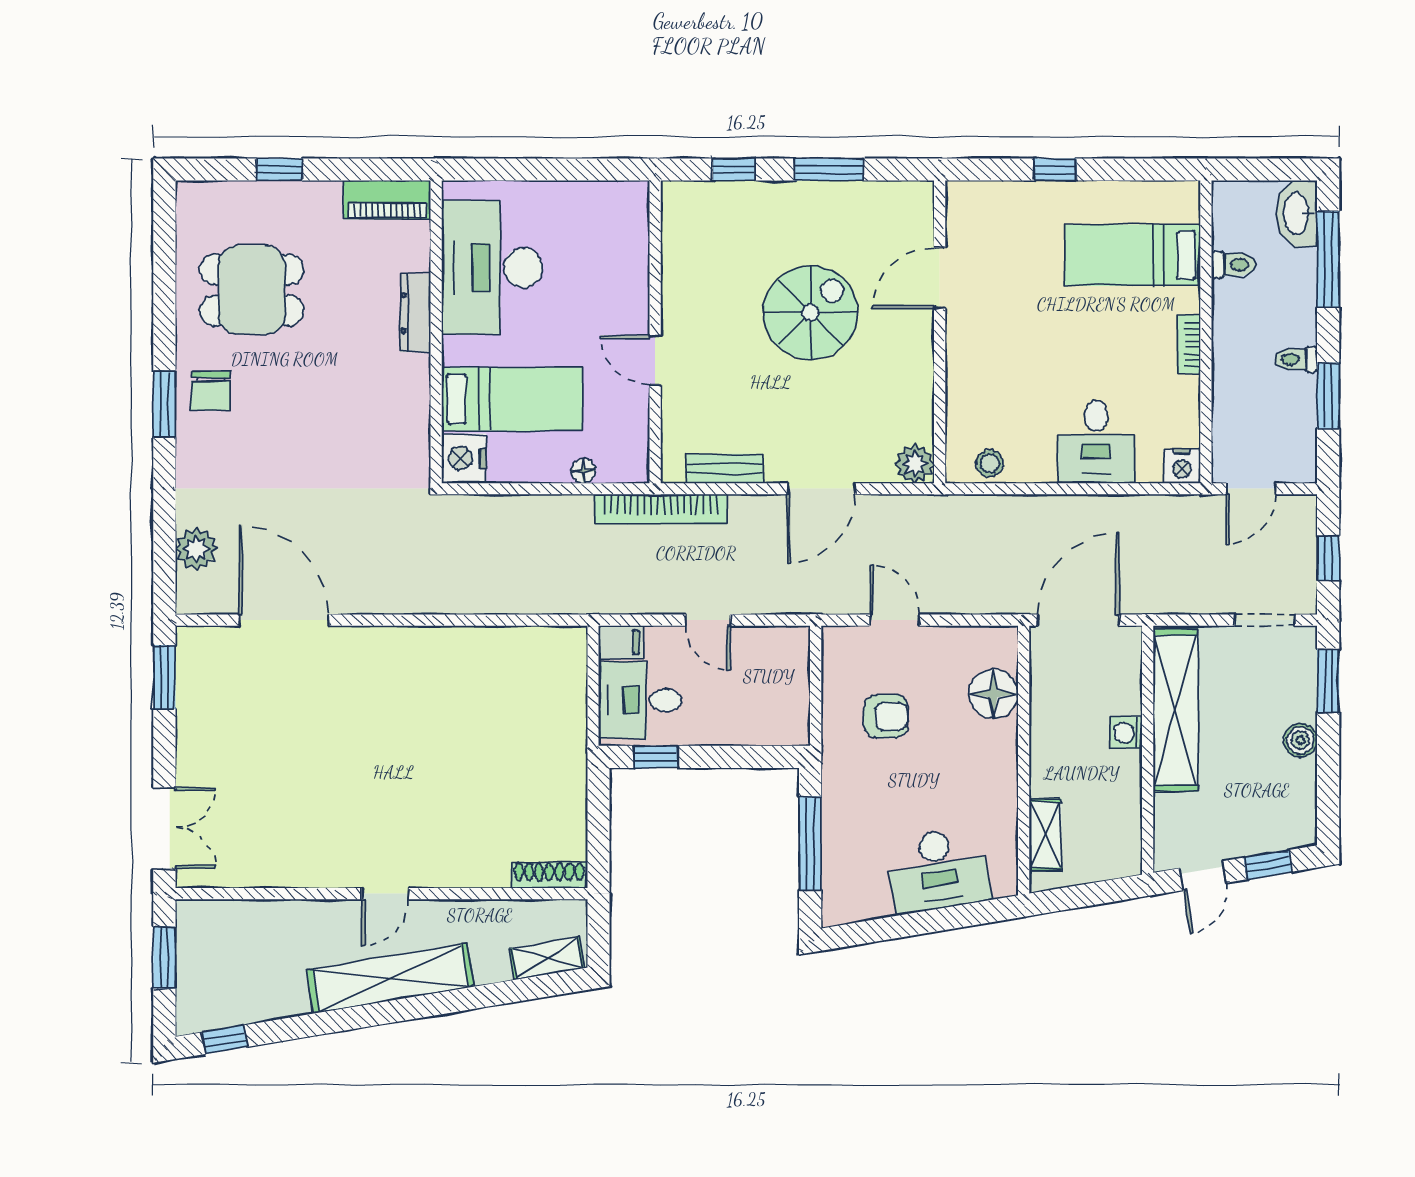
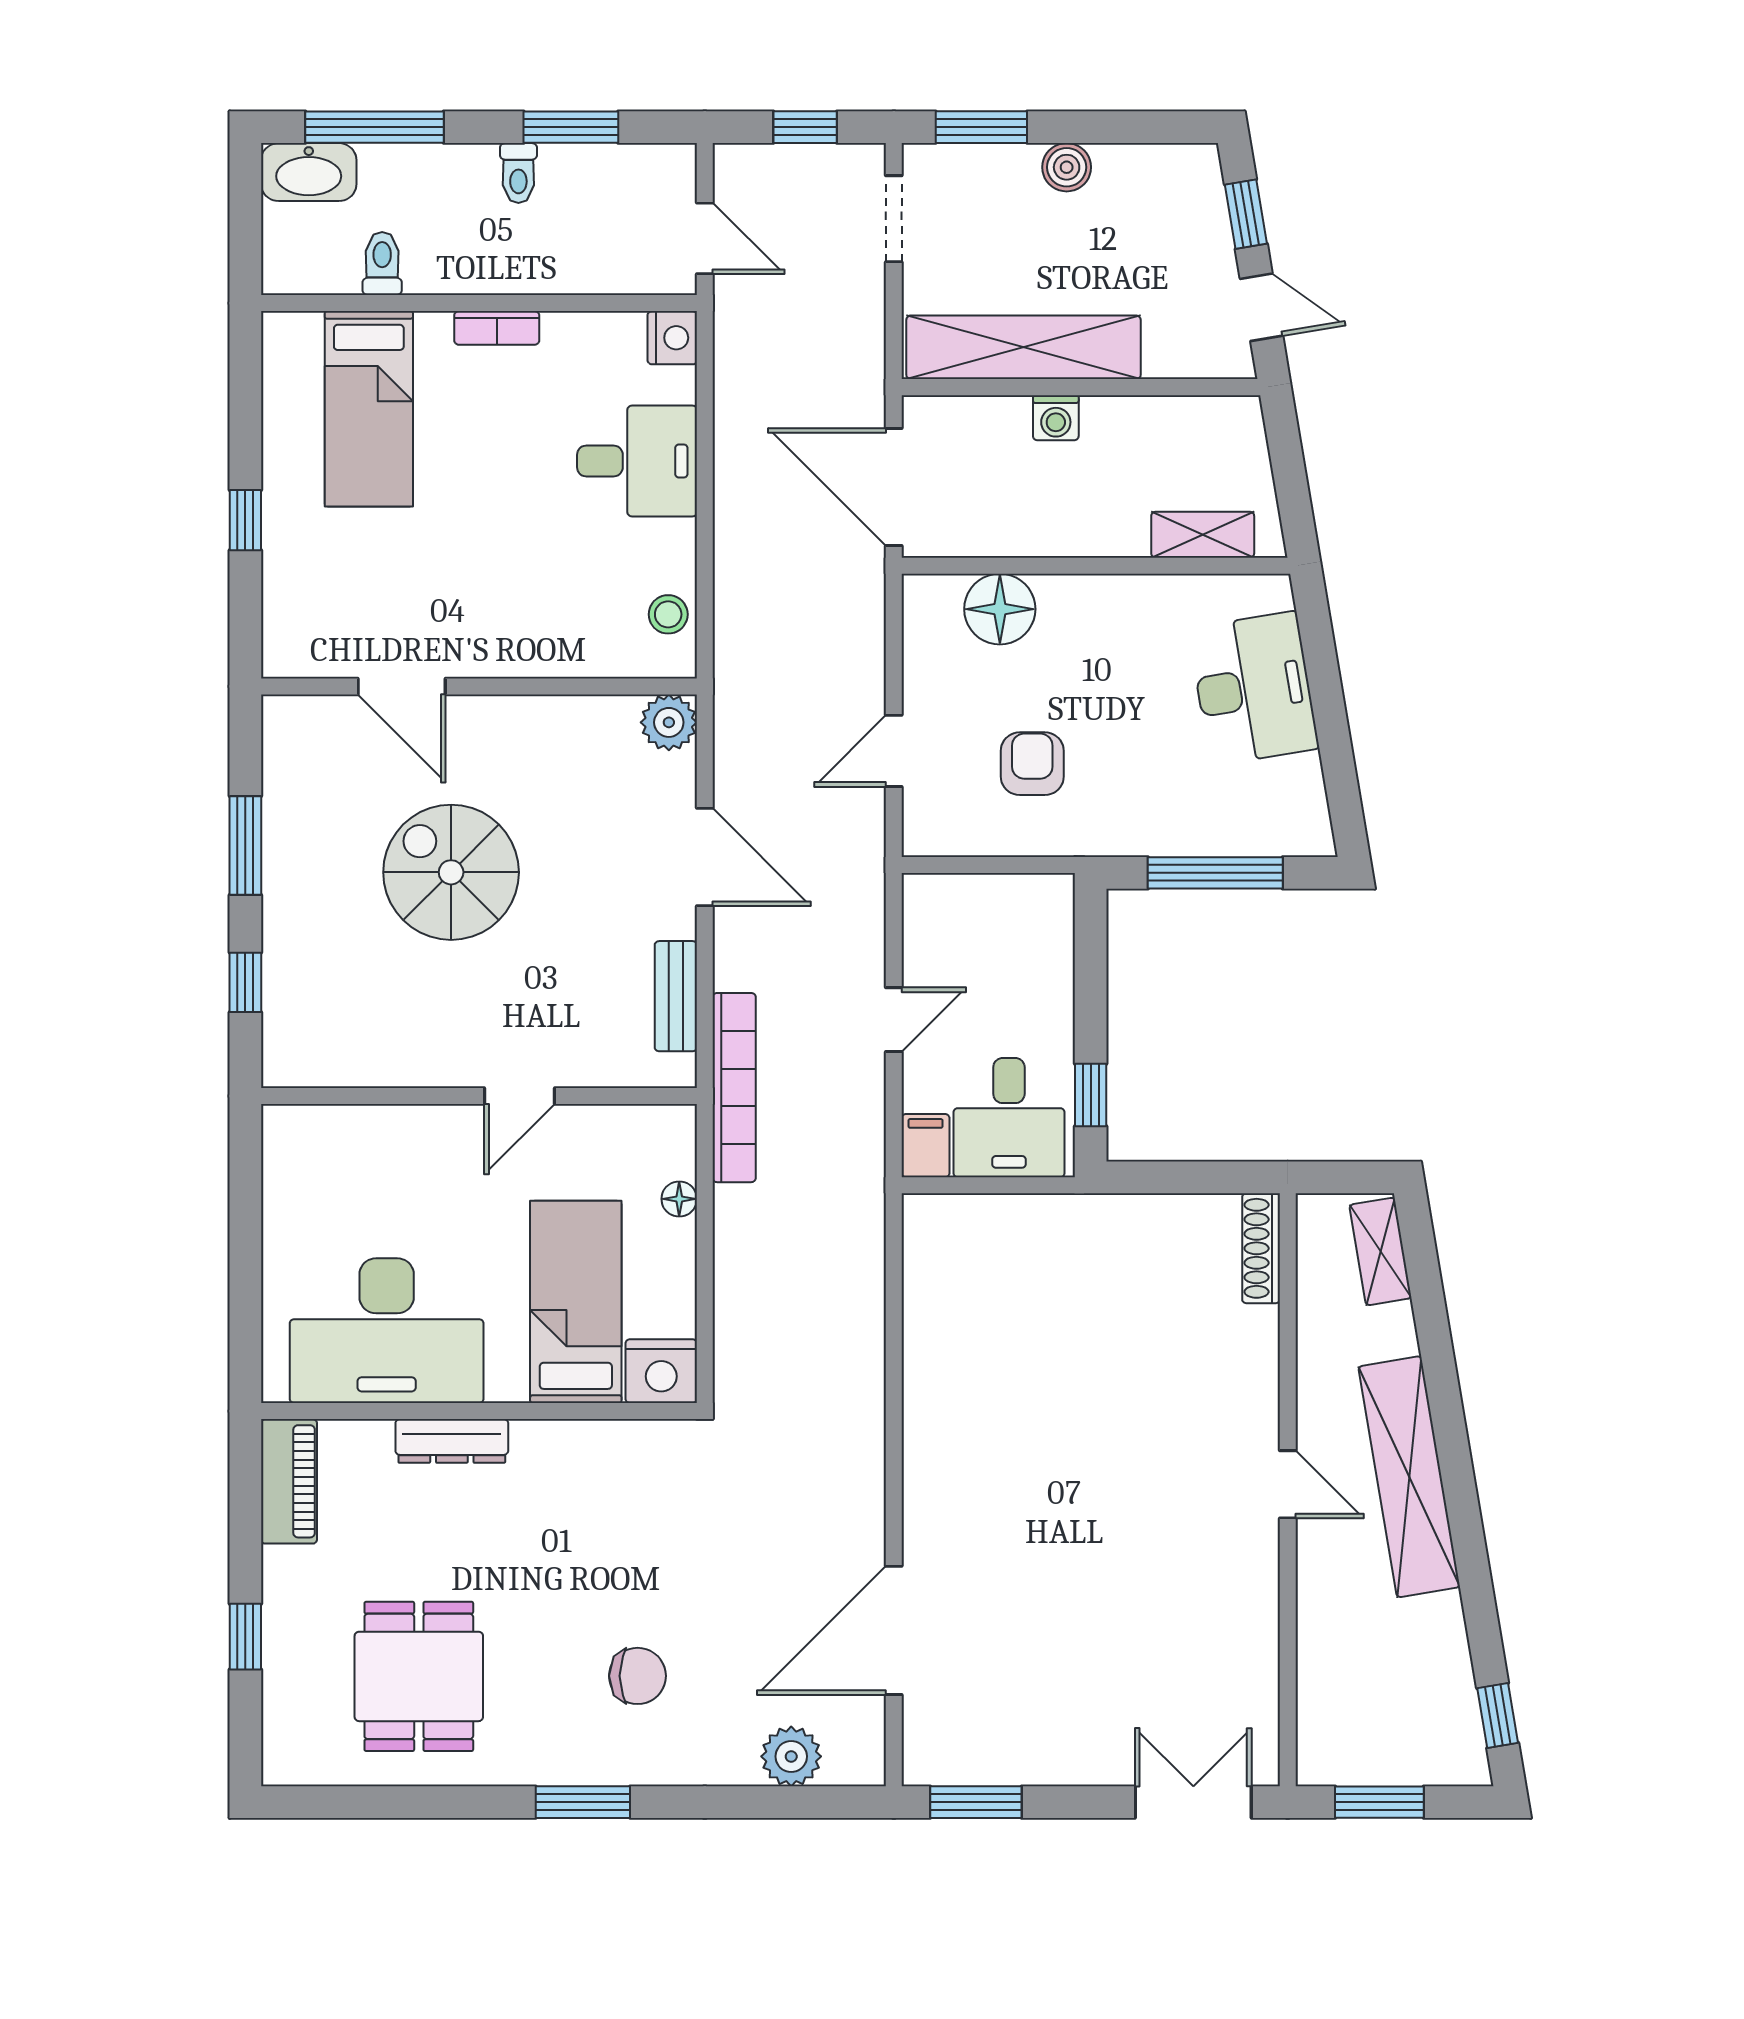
chair: (211, 391) -> (638, 1676), moved

